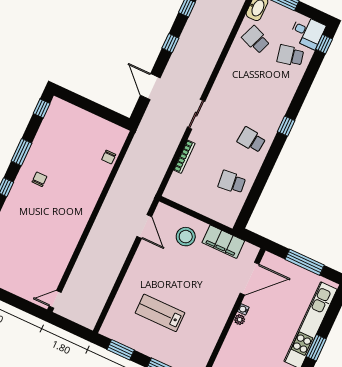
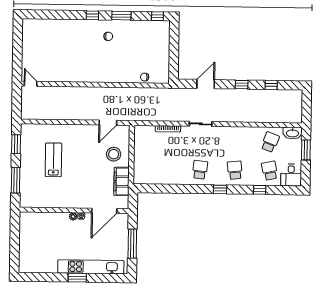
window: (324, 44) -> (260, 190), moved
school desk: (232, 182) -> (235, 170), moved
door: (250, 279) -> (104, 211), hinge flipped

